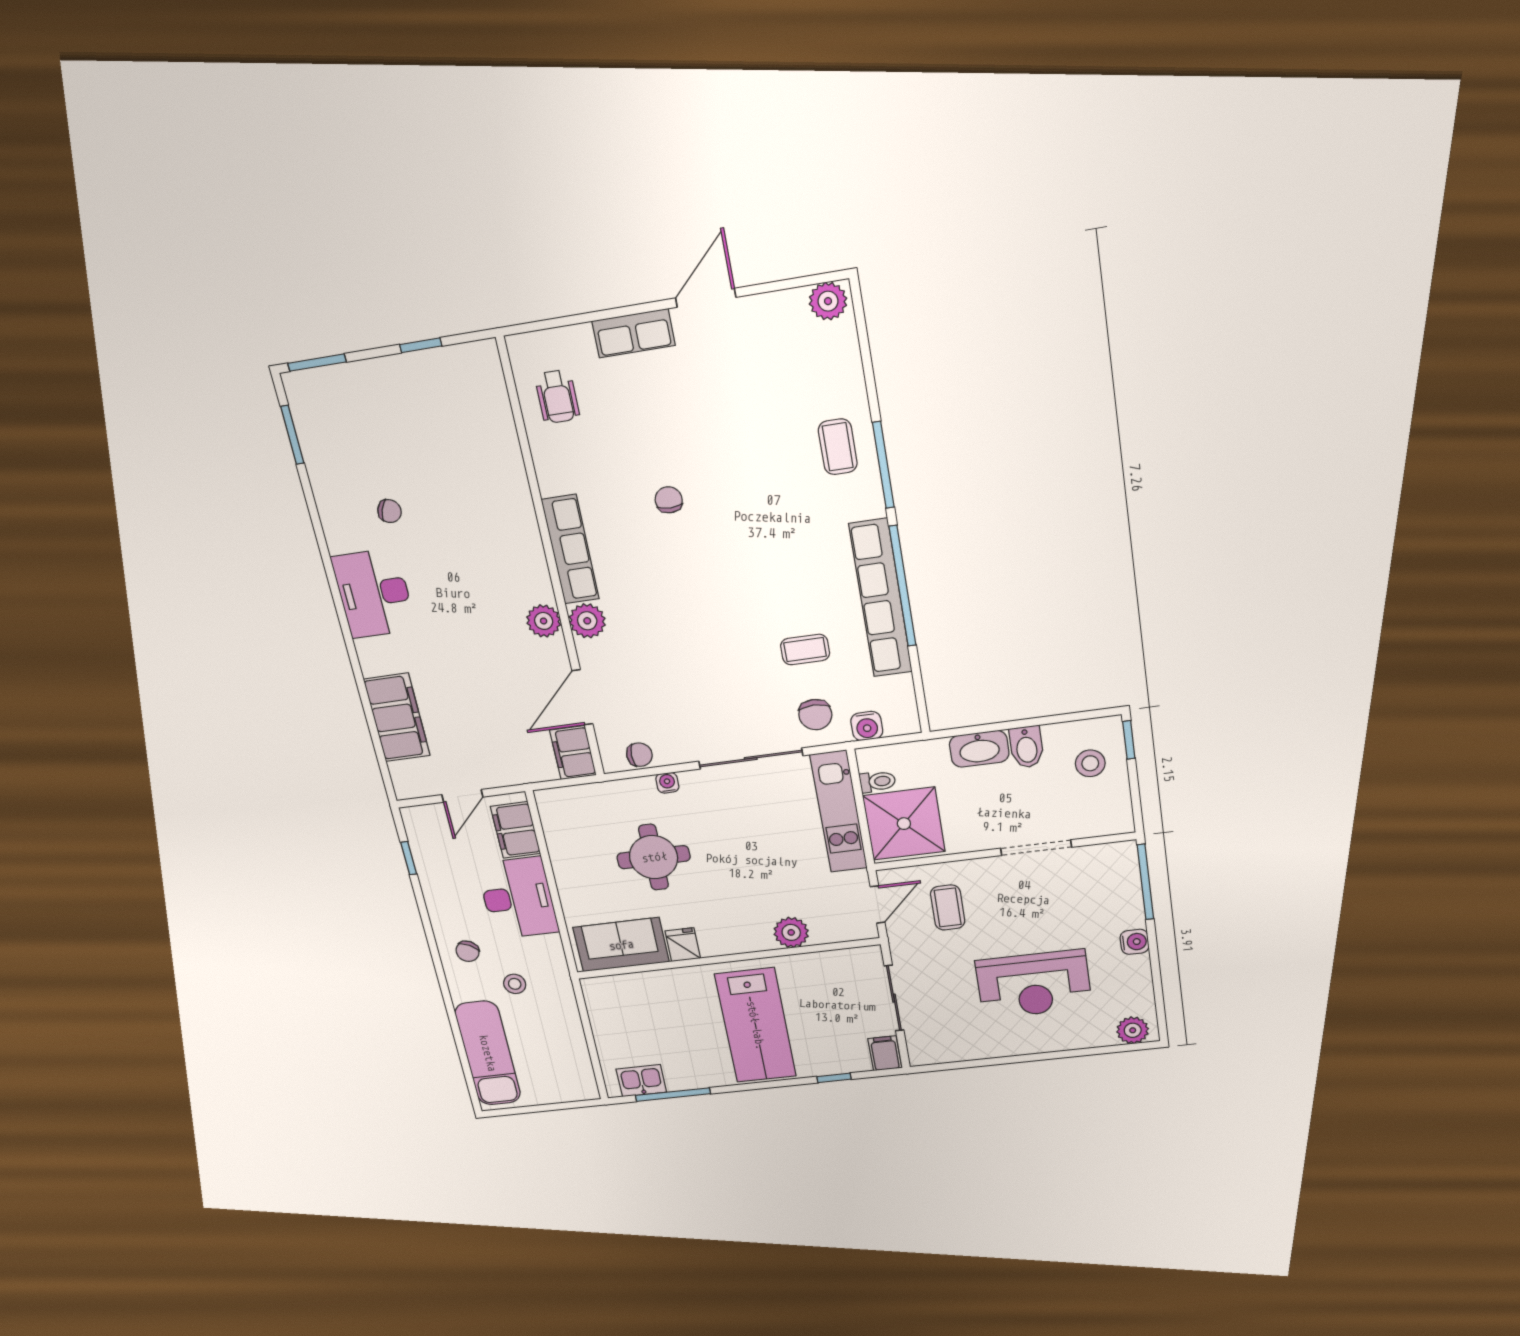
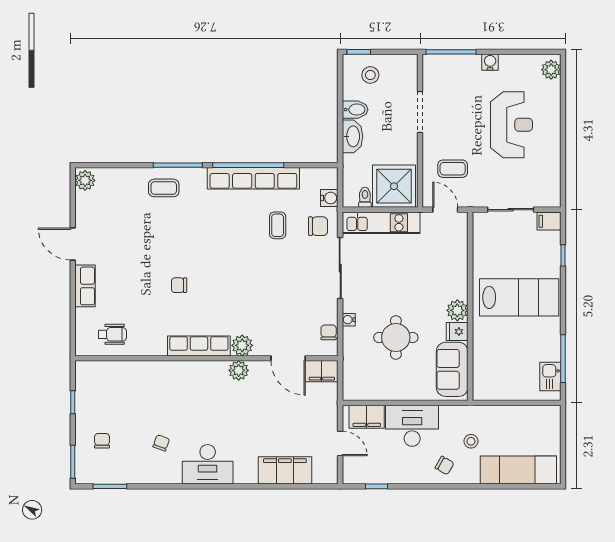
chair: (367, 408) -> (102, 441), added
plant: (791, 932) -> (457, 310), moved

